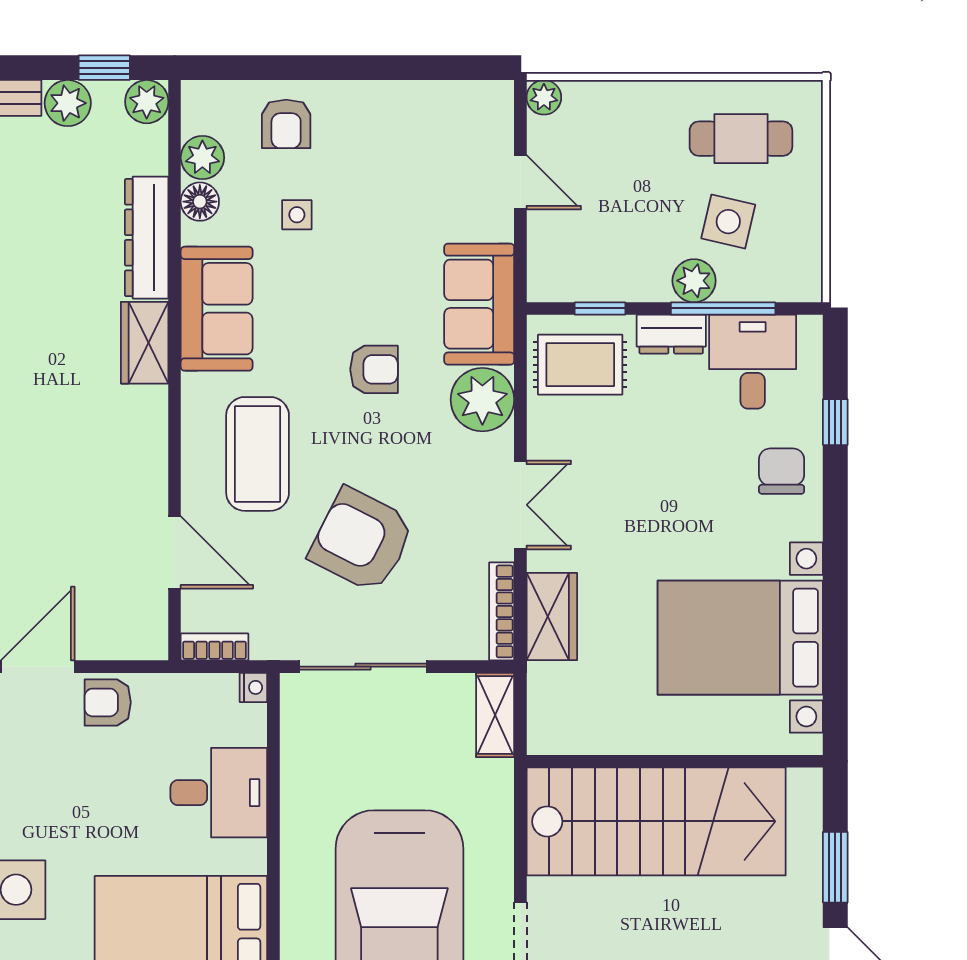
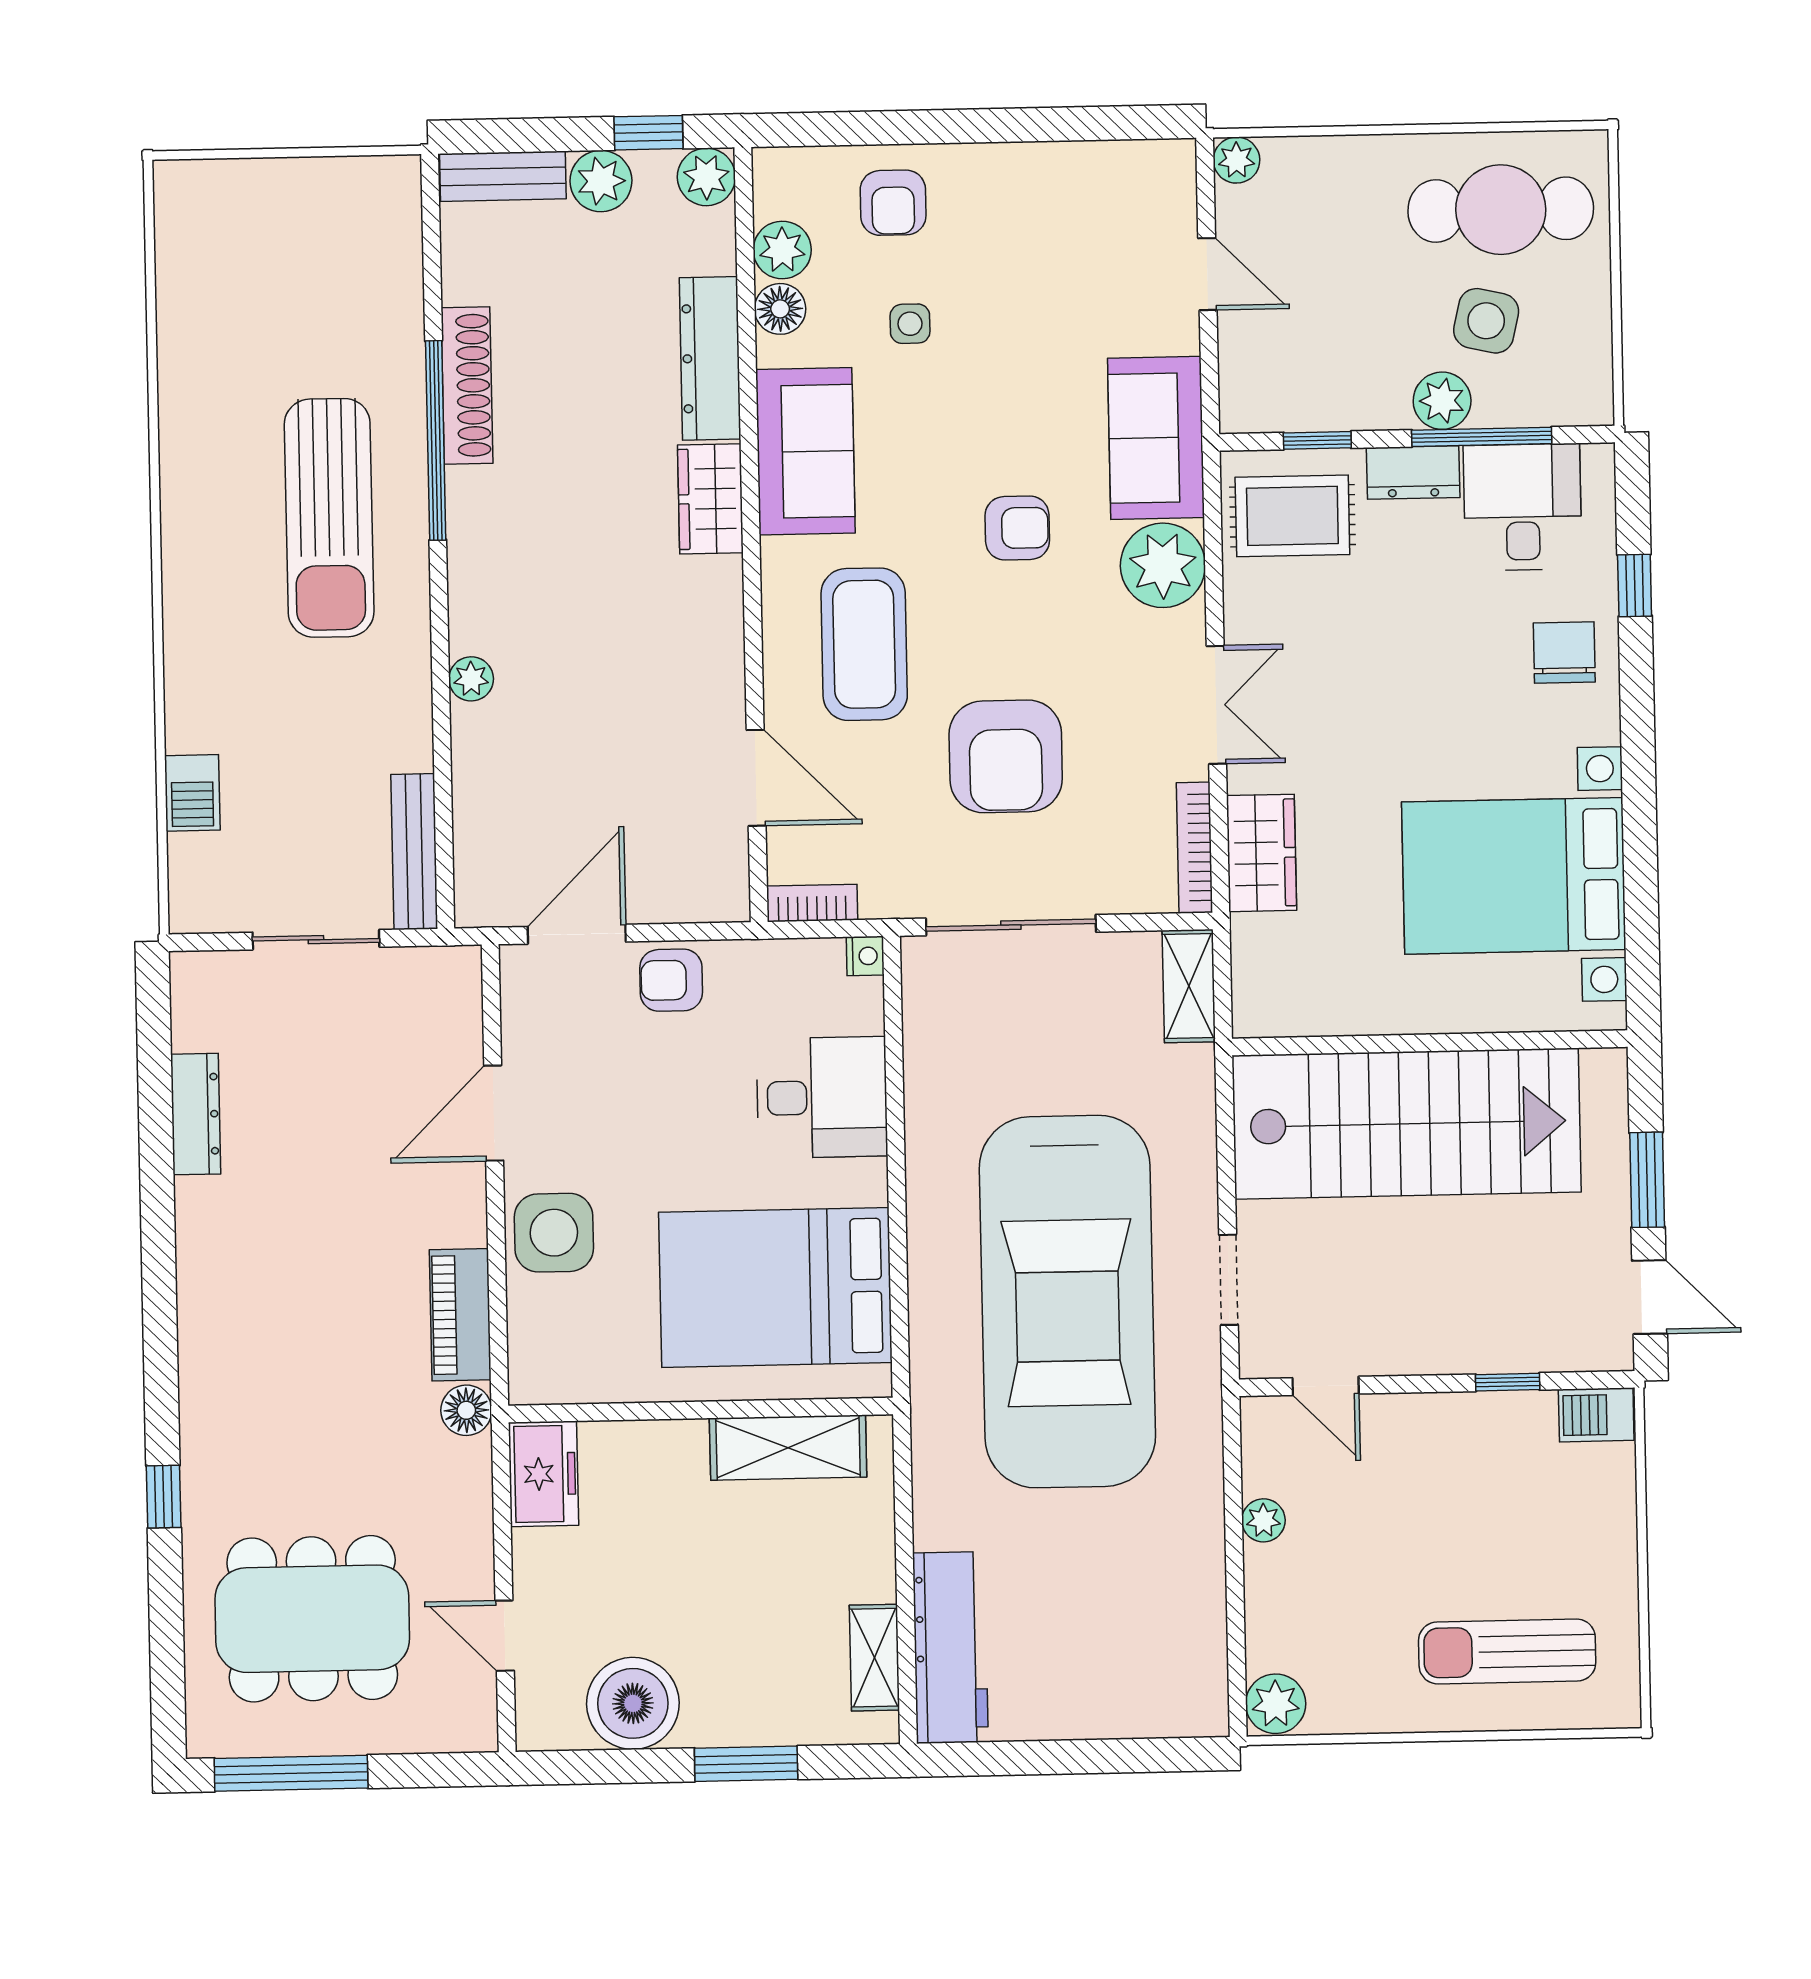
cafe table: (741, 139) -> (1501, 210), width x1.37, depth x1.35
armchair: (362, 540) -> (1006, 756), turned -117

